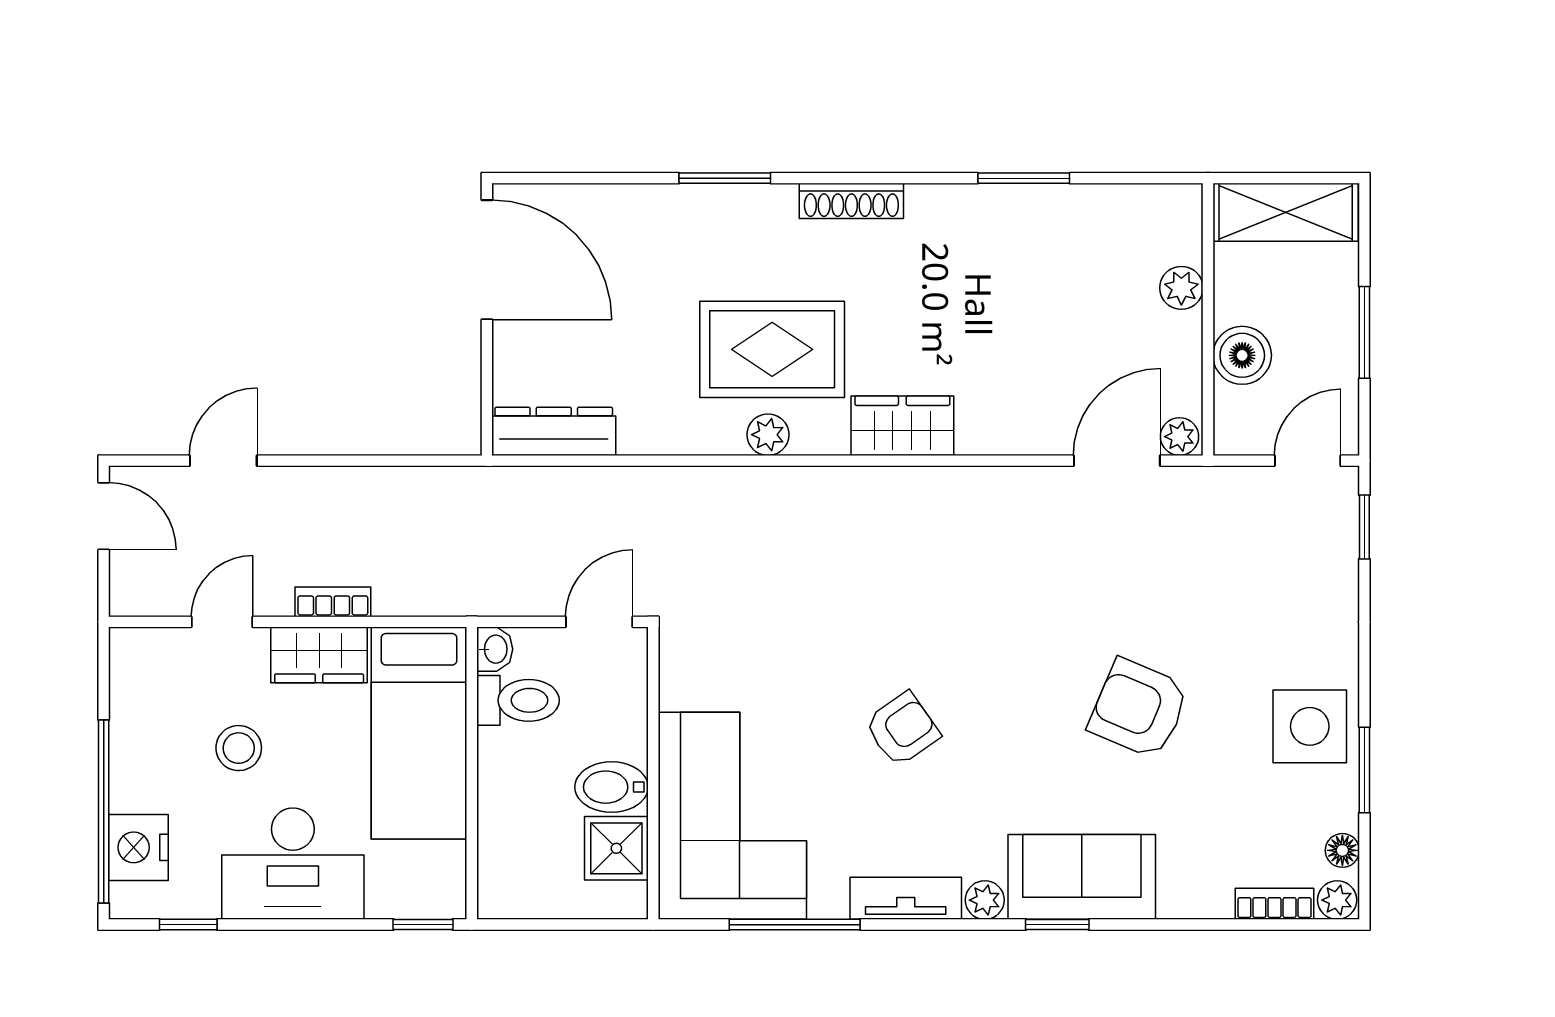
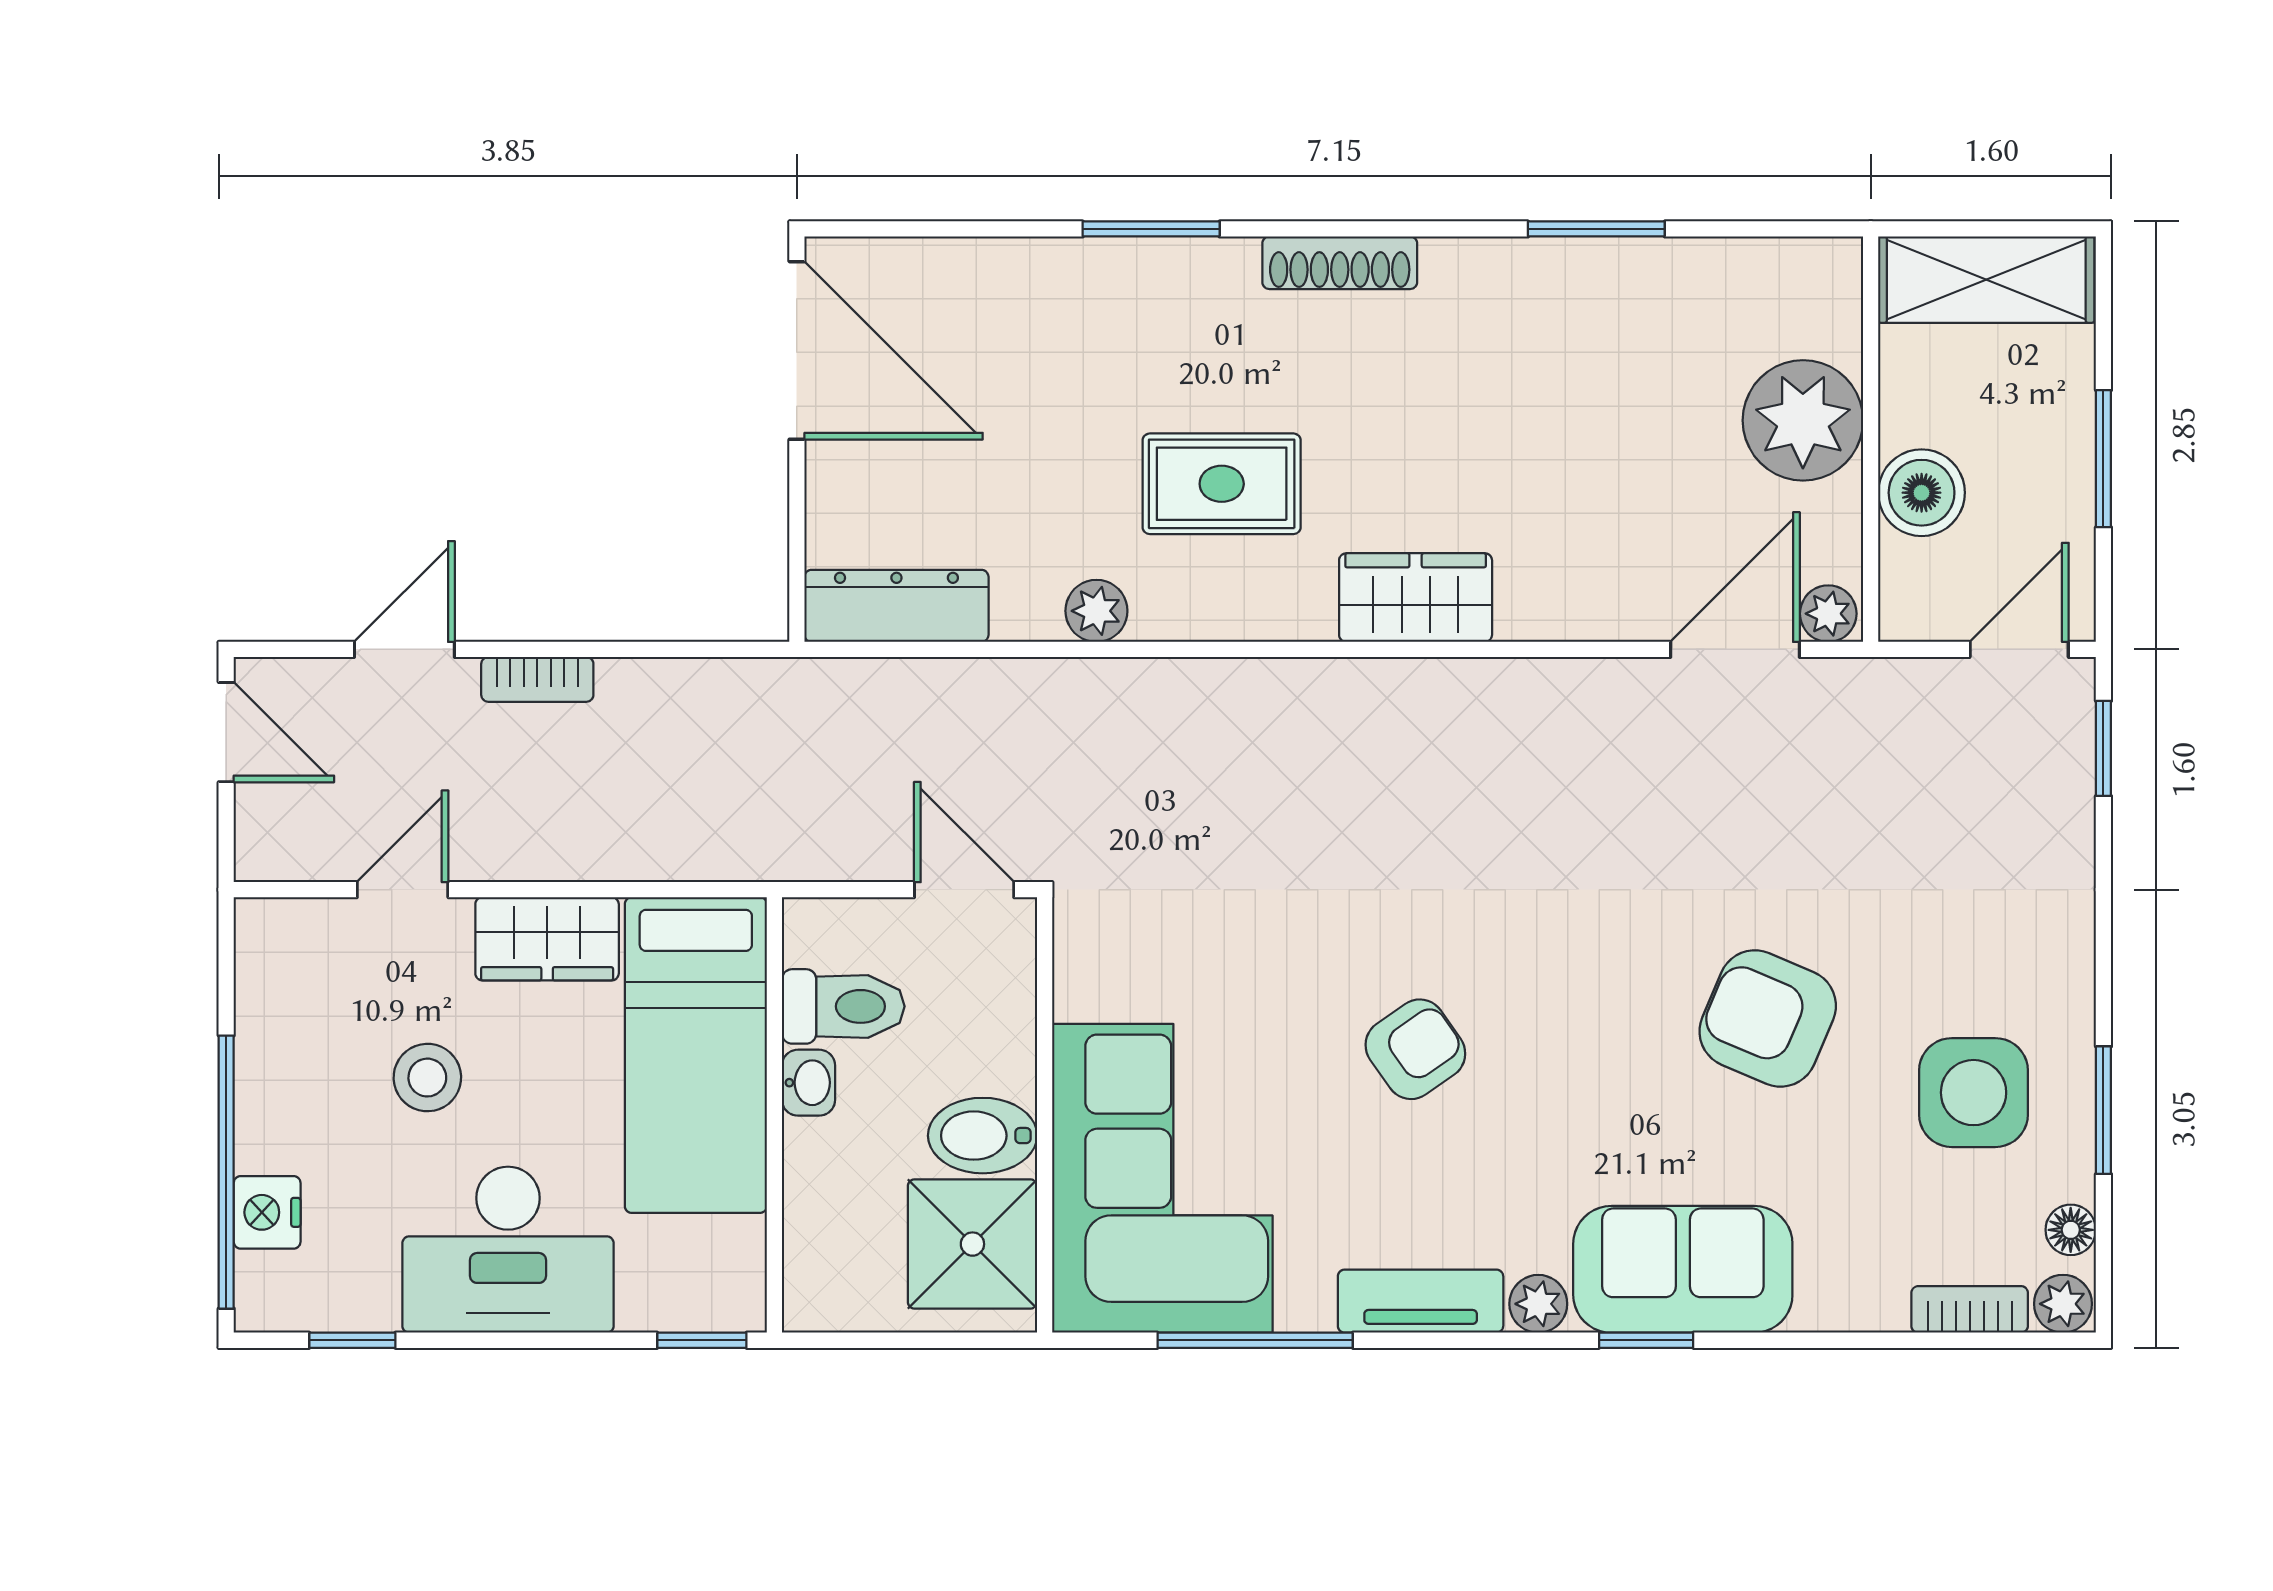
plant: (1181, 288) -> (1803, 420), width x1.87, depth x1.87
rug: (772, 349) -> (1222, 484), width x0.73, depth x0.70
plant: (768, 435) -> (1096, 611), moved
bookcase: (333, 602) -> (537, 679), moved, turned 180
door: (599, 622) -> (964, 890), hinge flipped
washbasin: (495, 649) -> (809, 1083), moved
side table: (1310, 726) -> (1974, 1093), moved
nightstand: (138, 847) -> (267, 1212), width x0.74, depth x0.75
shower: (616, 848) -> (972, 1244), width x1.36, depth x1.36

